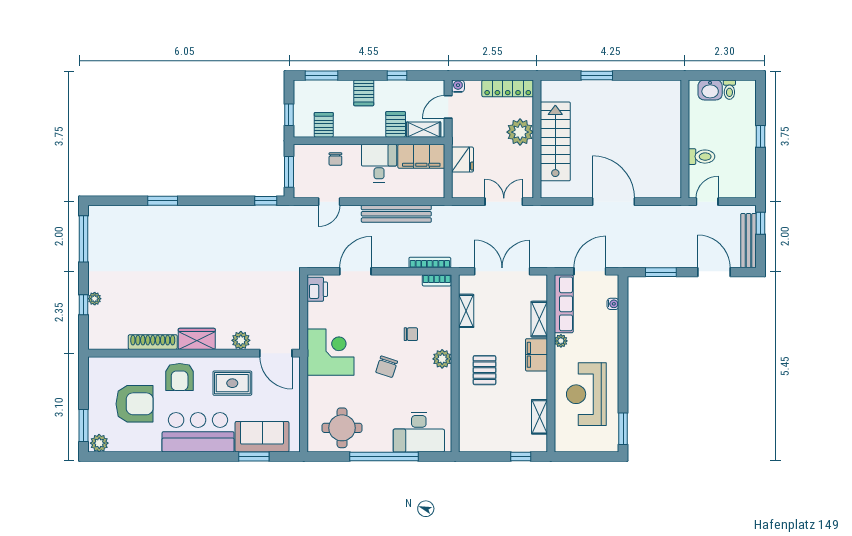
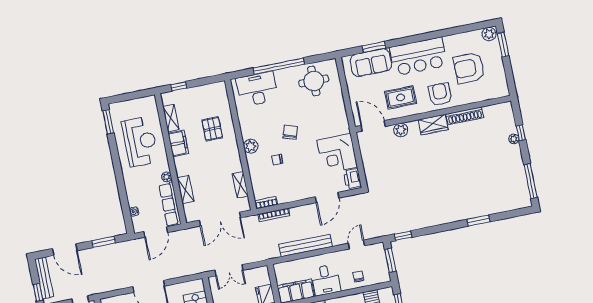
corner desk: (331, 352) -> (337, 154), moved
filing cabinet: (536, 355) -> (178, 143), moved
pallet: (485, 370) -> (212, 129), moved

